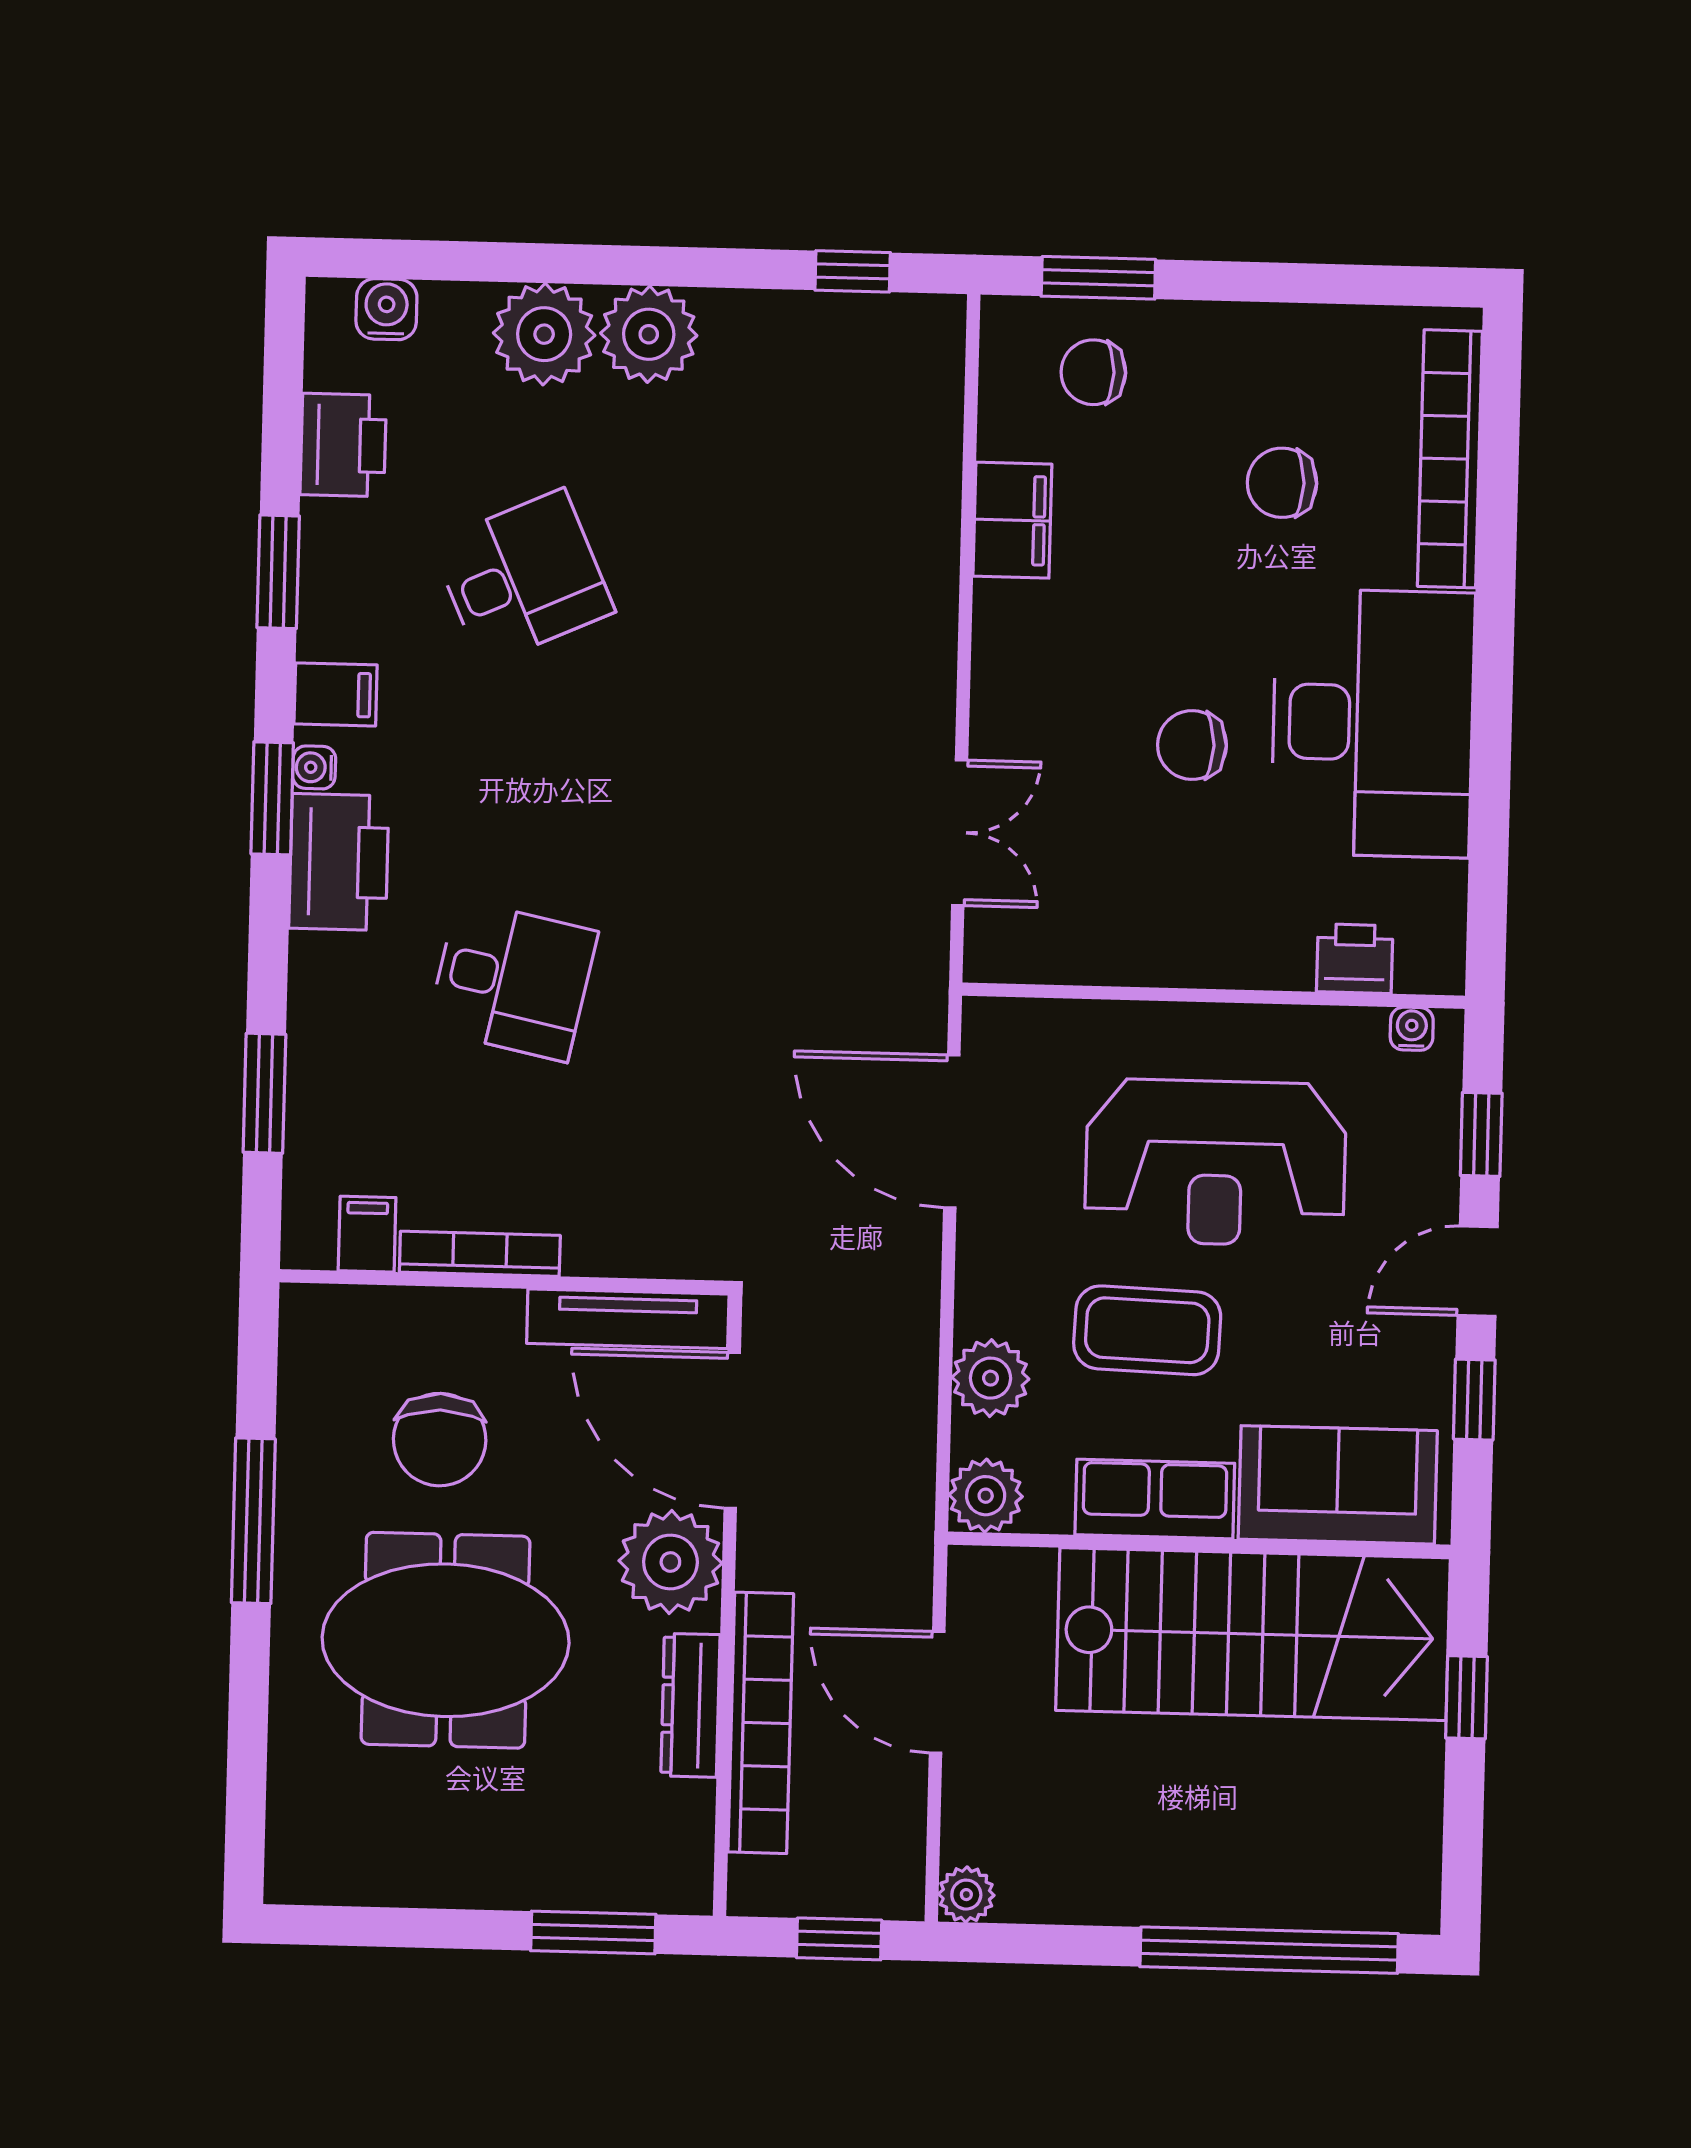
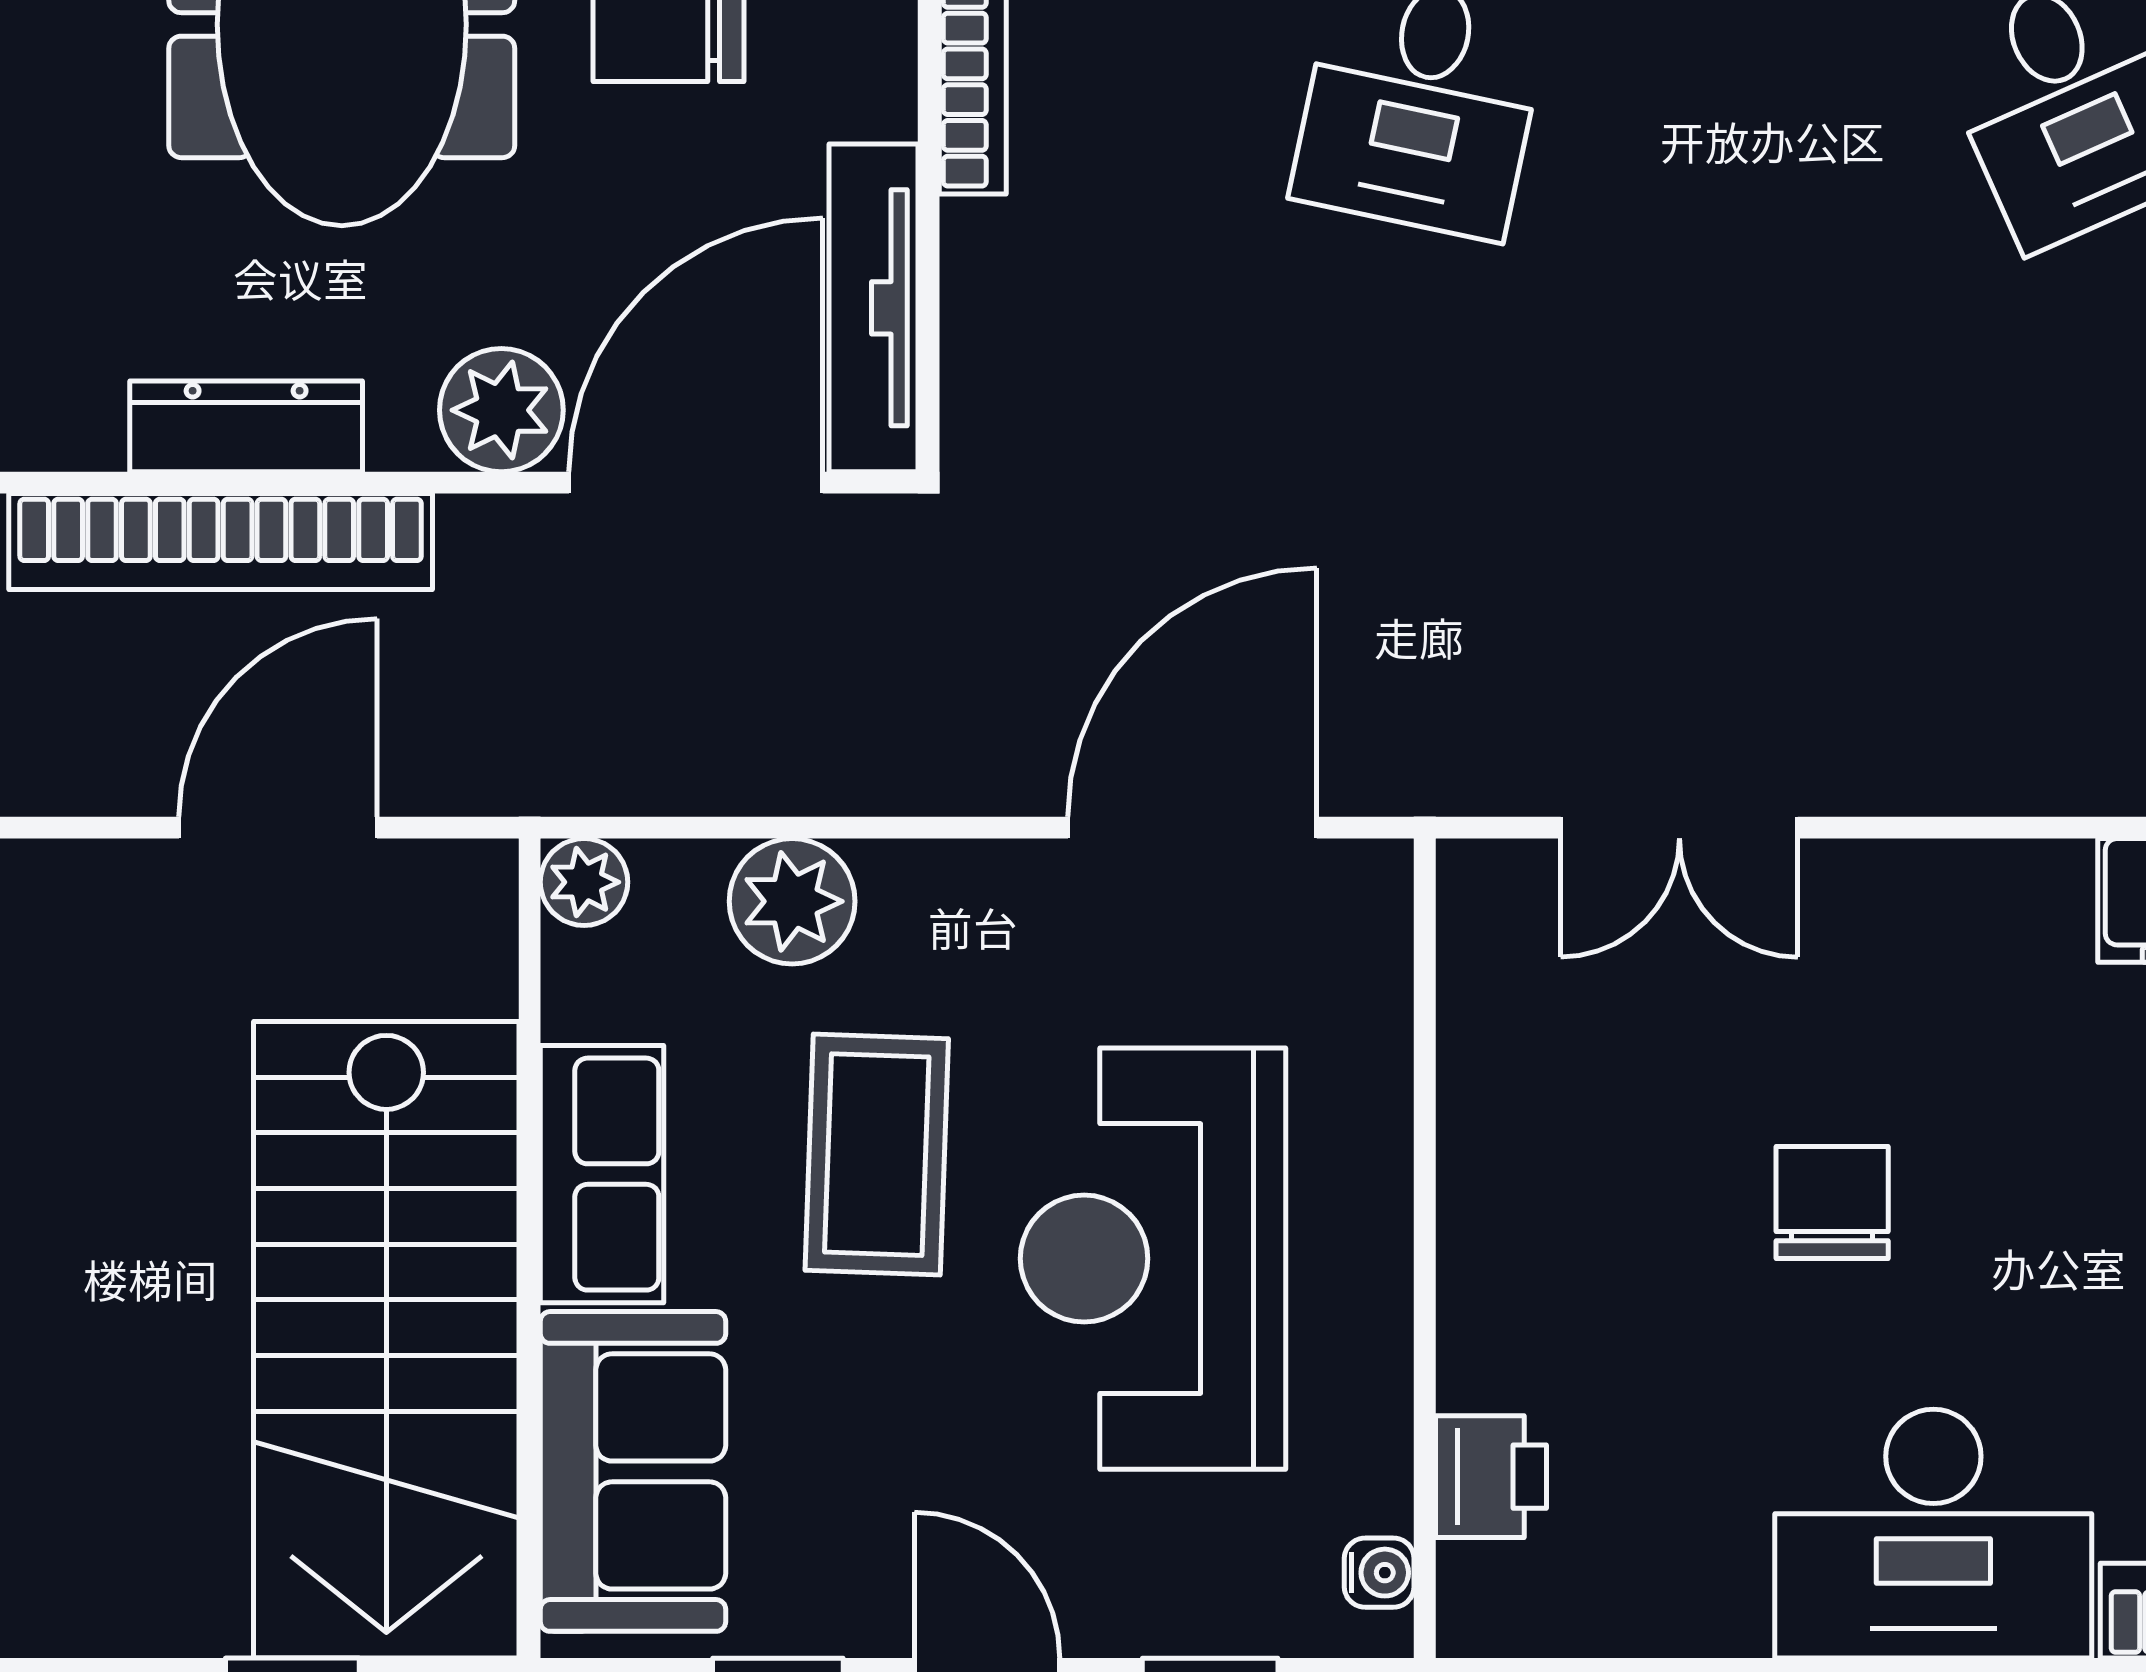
desk: (1373, 723) -> (1933, 1534), width x0.73, depth x0.77
plant: (986, 1496) -> (584, 882), width x0.73, depth x0.73
plant: (670, 1562) -> (501, 410), width x0.73, depth x0.73

